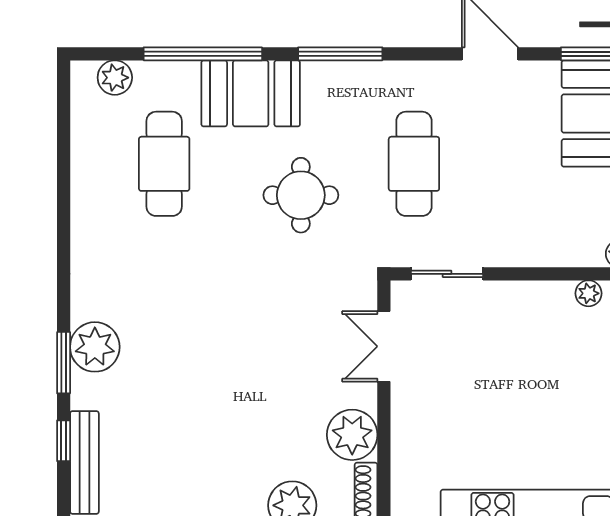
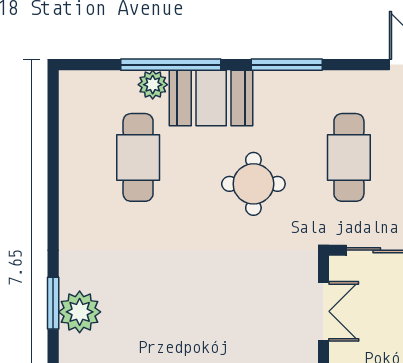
plant: (115, 78) -> (153, 85), moved
double door: (384, 346) -> (324, 311), swing flipped
window: (64, 363) -> (53, 303), moved

